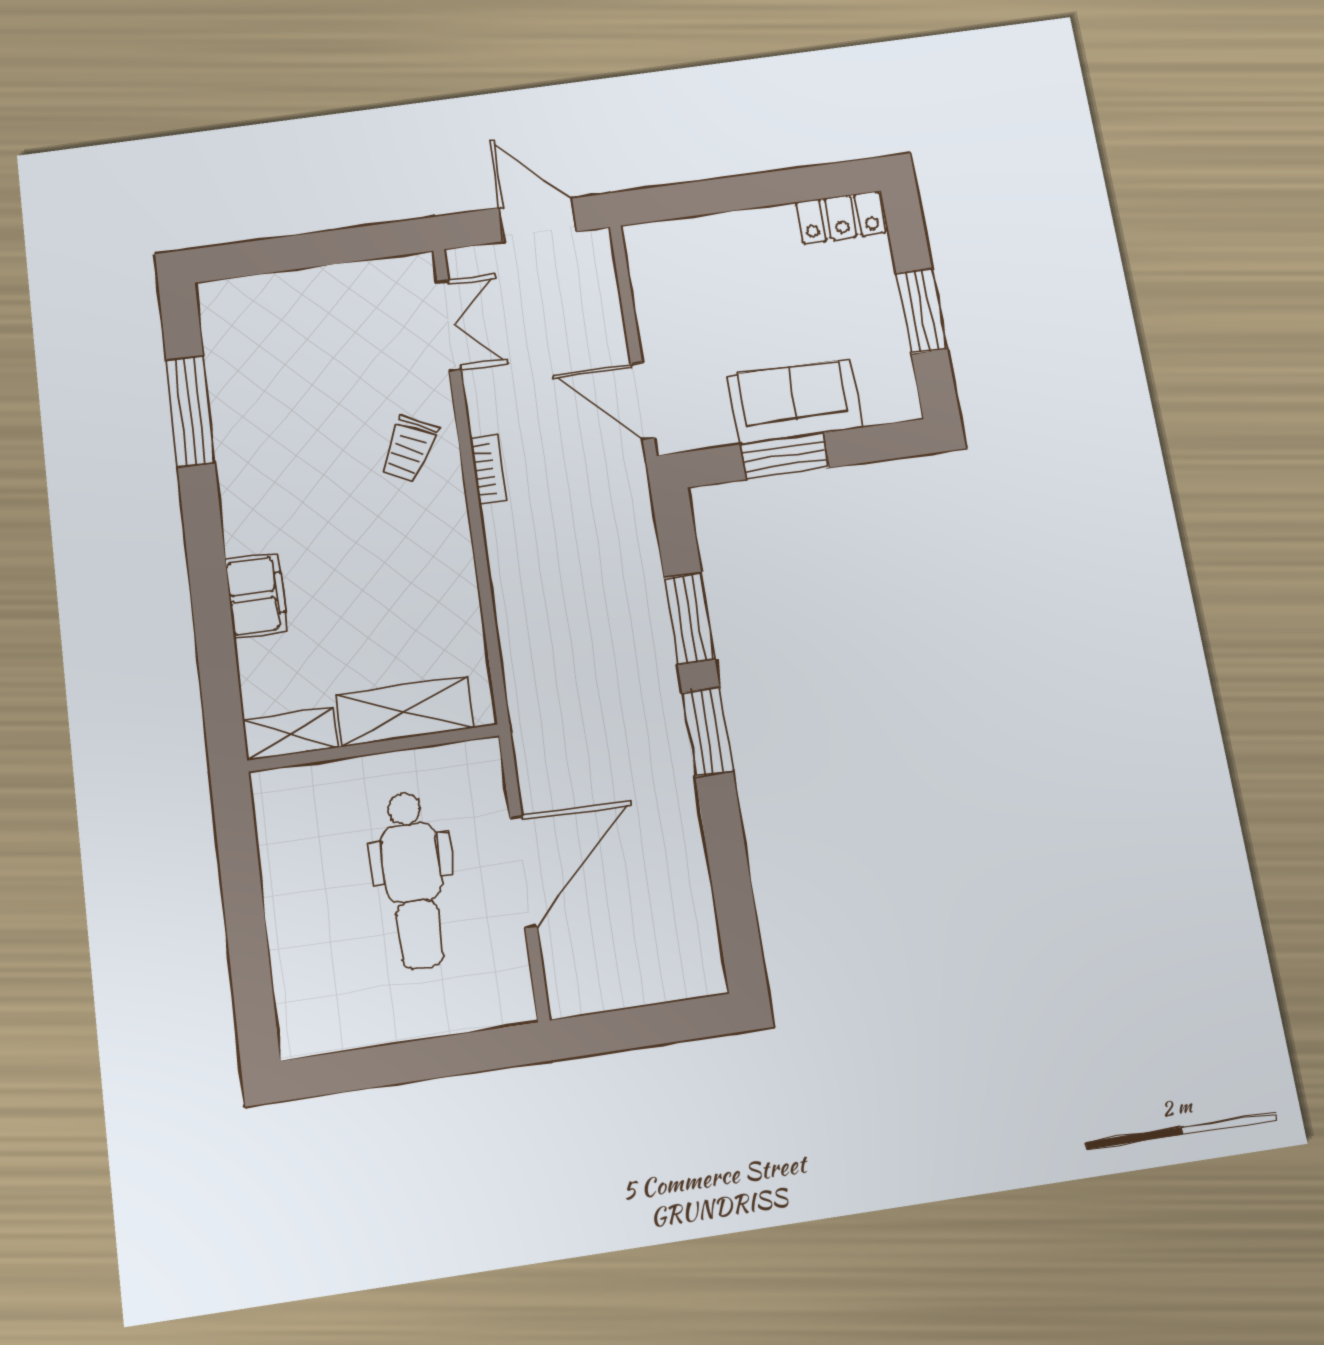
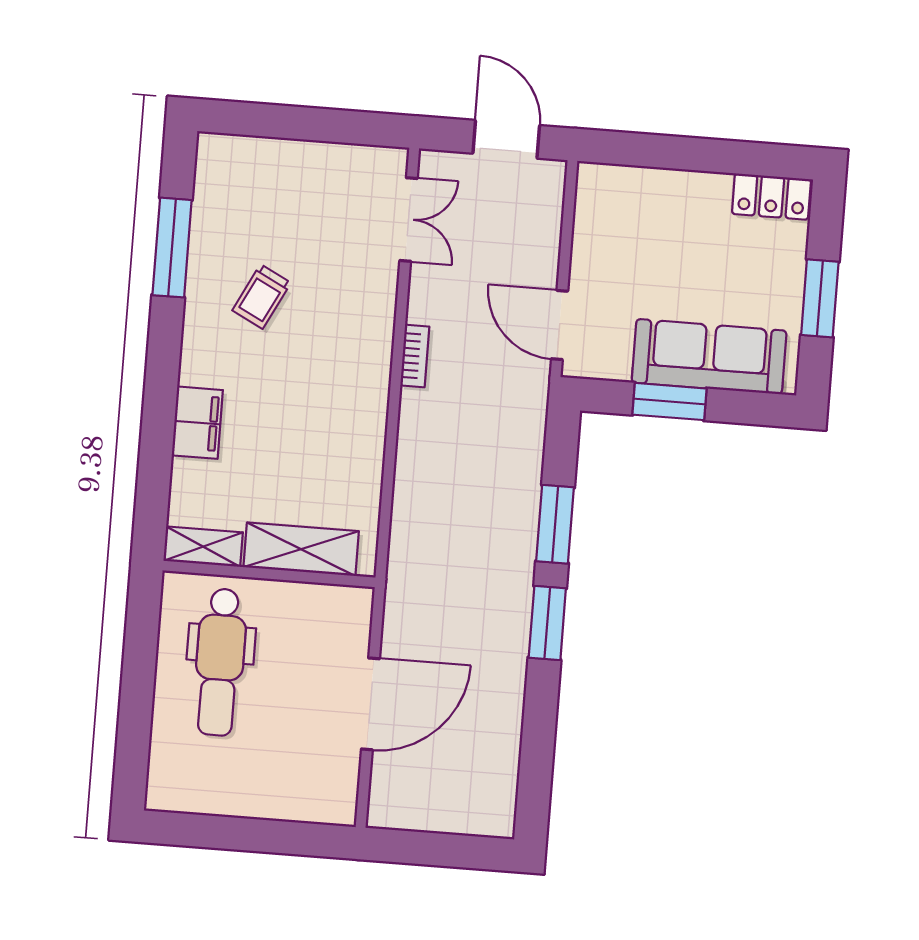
sofa: (794, 402) -> (709, 357), width x1.36
trolley: (409, 450) -> (262, 297), moved
dental chair: (413, 880) -> (220, 662), moved

